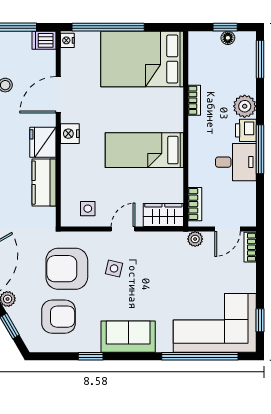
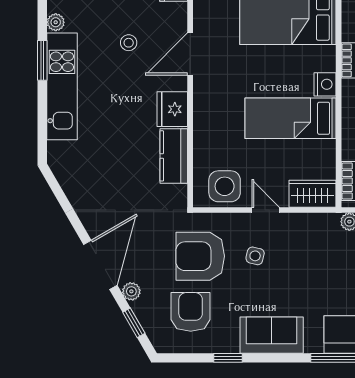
nightstand: (70, 134) -> (325, 84), moved, turned 180
side table: (88, 209) -> (225, 186), width x1.87, depth x1.87
door: (123, 229) -> (266, 210), hinge flipped
armchair: (59, 317) -> (191, 312), turned -90

